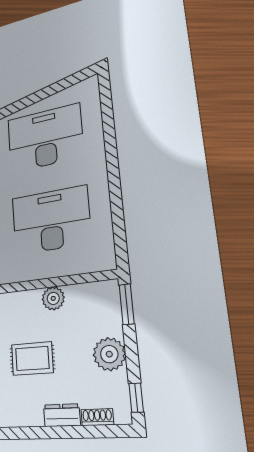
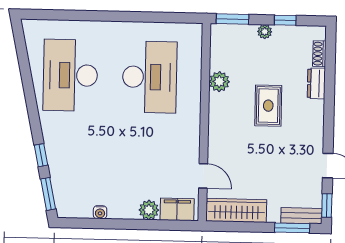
desk: (51, 220) -> (150, 77), turned 180
plant: (109, 354) -> (265, 32), width x0.53, depth x0.53
window: (136, 398) -> (285, 20), moved

